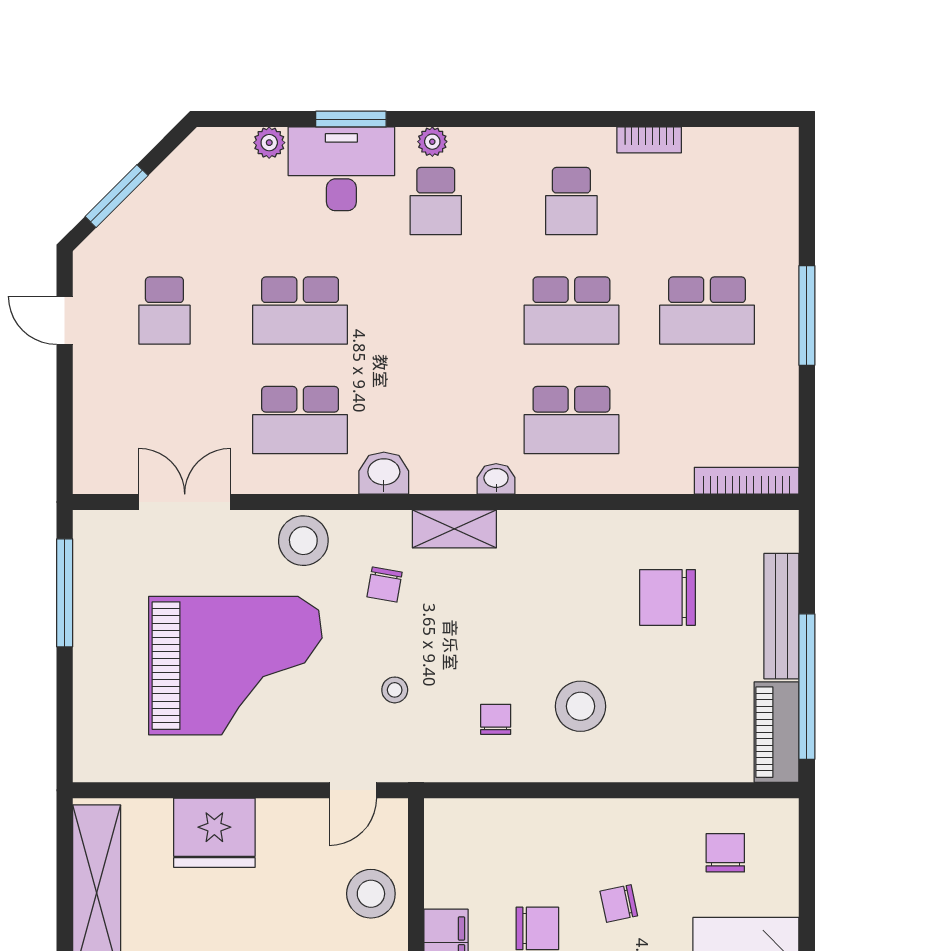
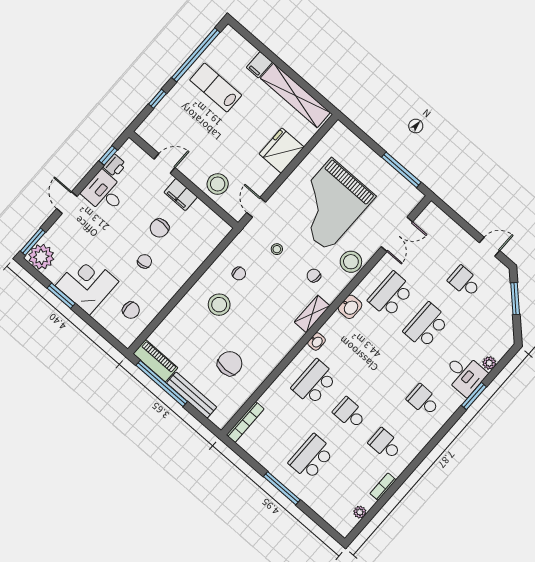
plant: (432, 142) -> (360, 512), moved
desk: (341, 169) -> (465, 374), width x0.73
school desk: (571, 311) -> (350, 413), width x0.54

